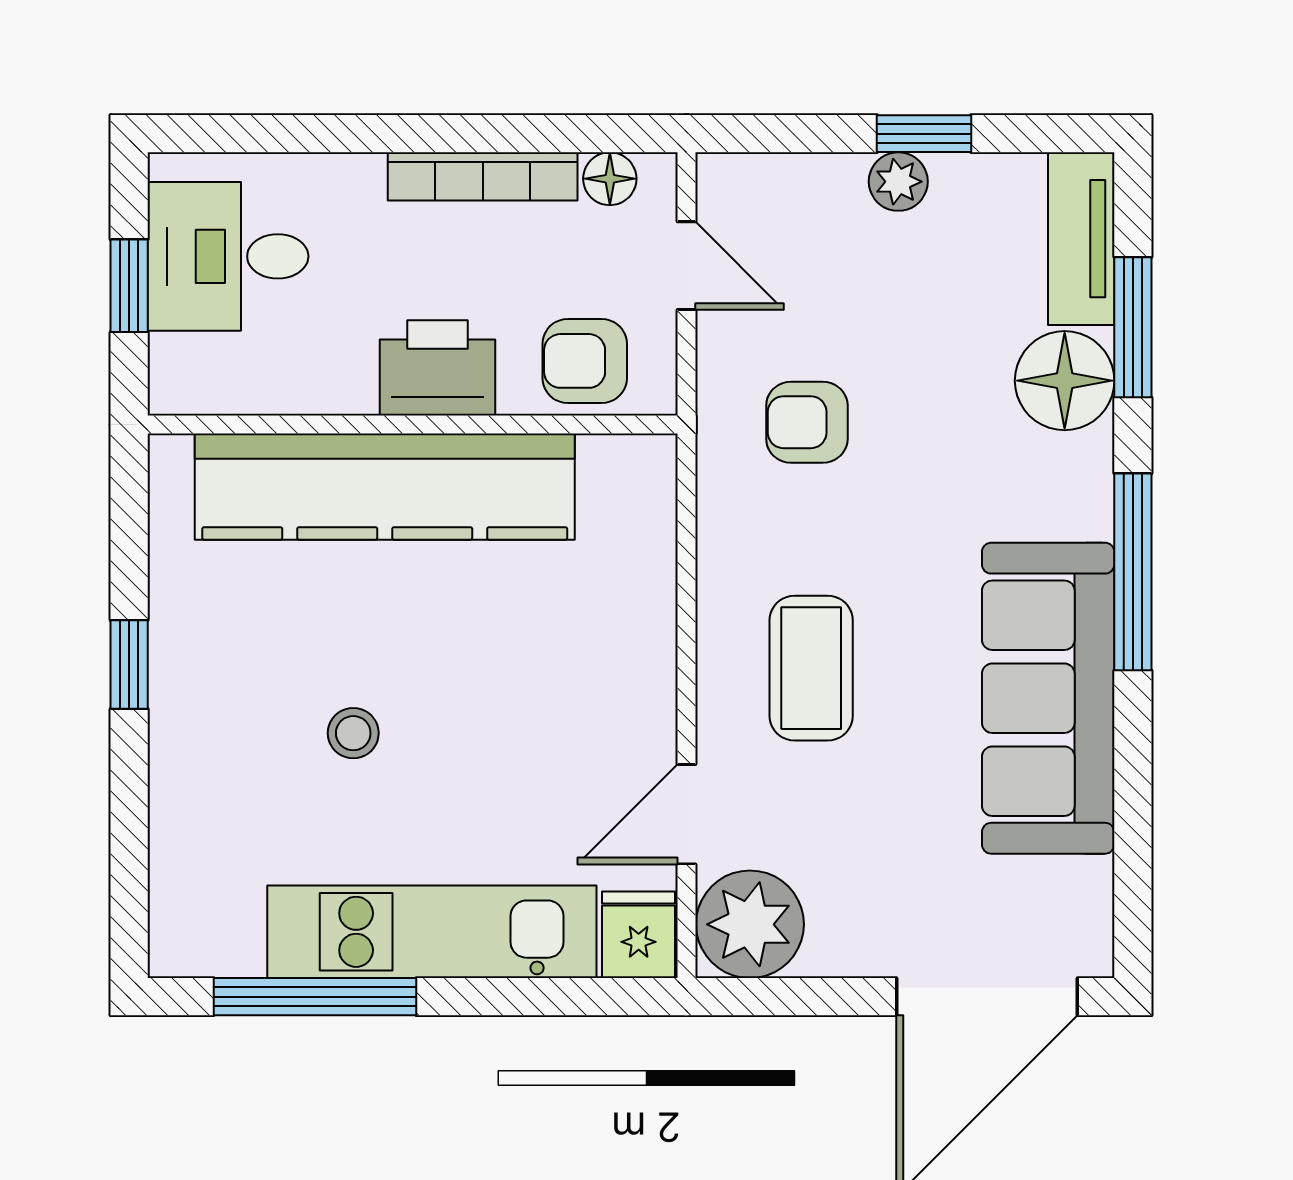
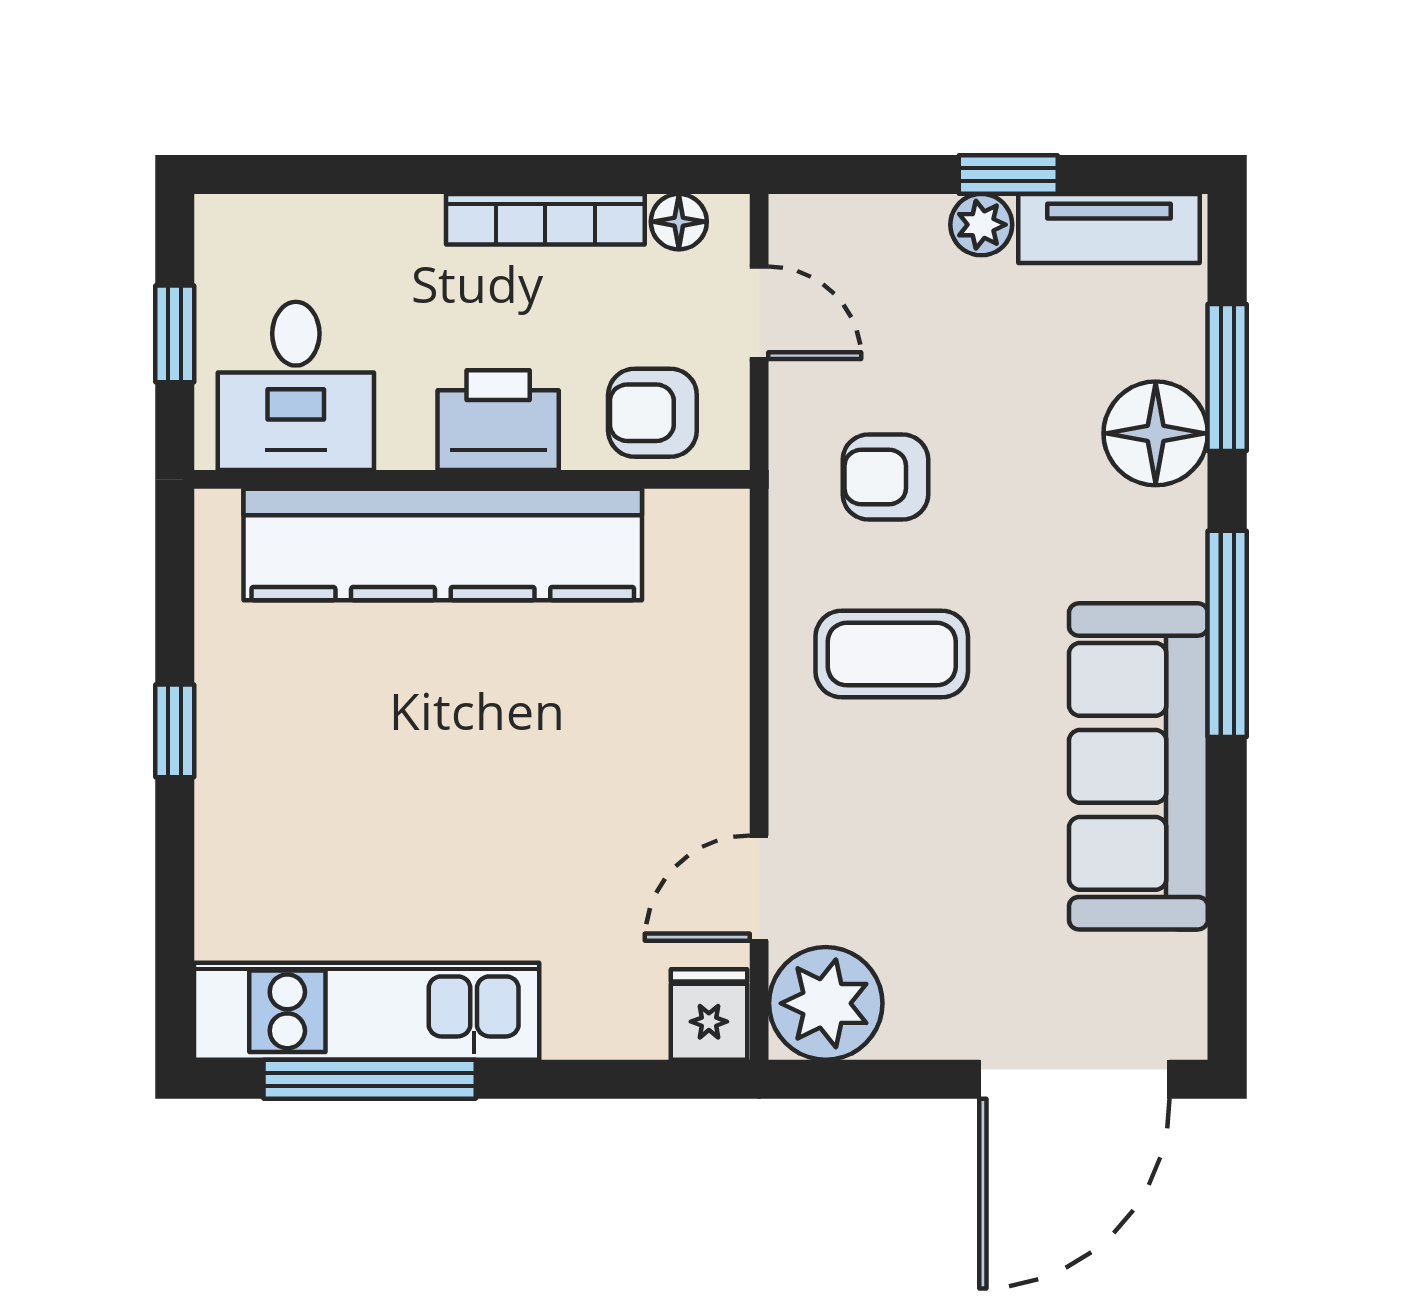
tv unit: (1081, 239) -> (1109, 228), moved, turned -90
desk: (228, 256) -> (296, 386), moved, turned -90
coffee table: (811, 668) -> (892, 654), moved, turned 90
stool: (353, 733) -> (410, 803), removed
kitchen unit: (432, 932) -> (367, 1011), moved

